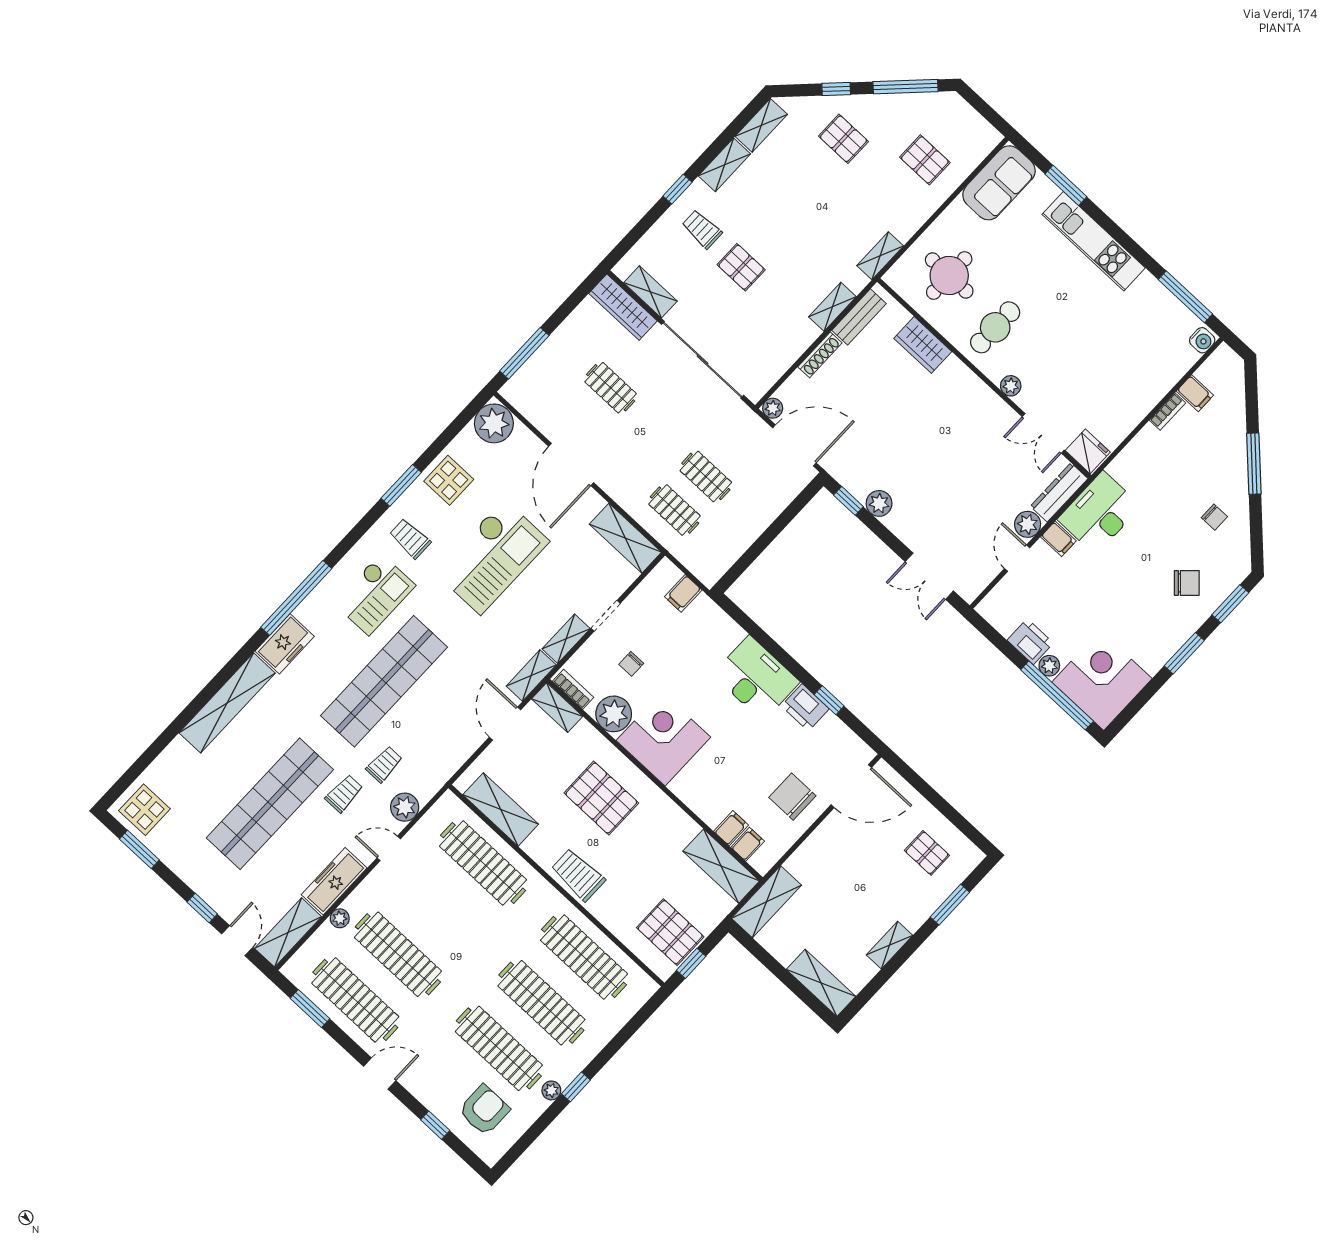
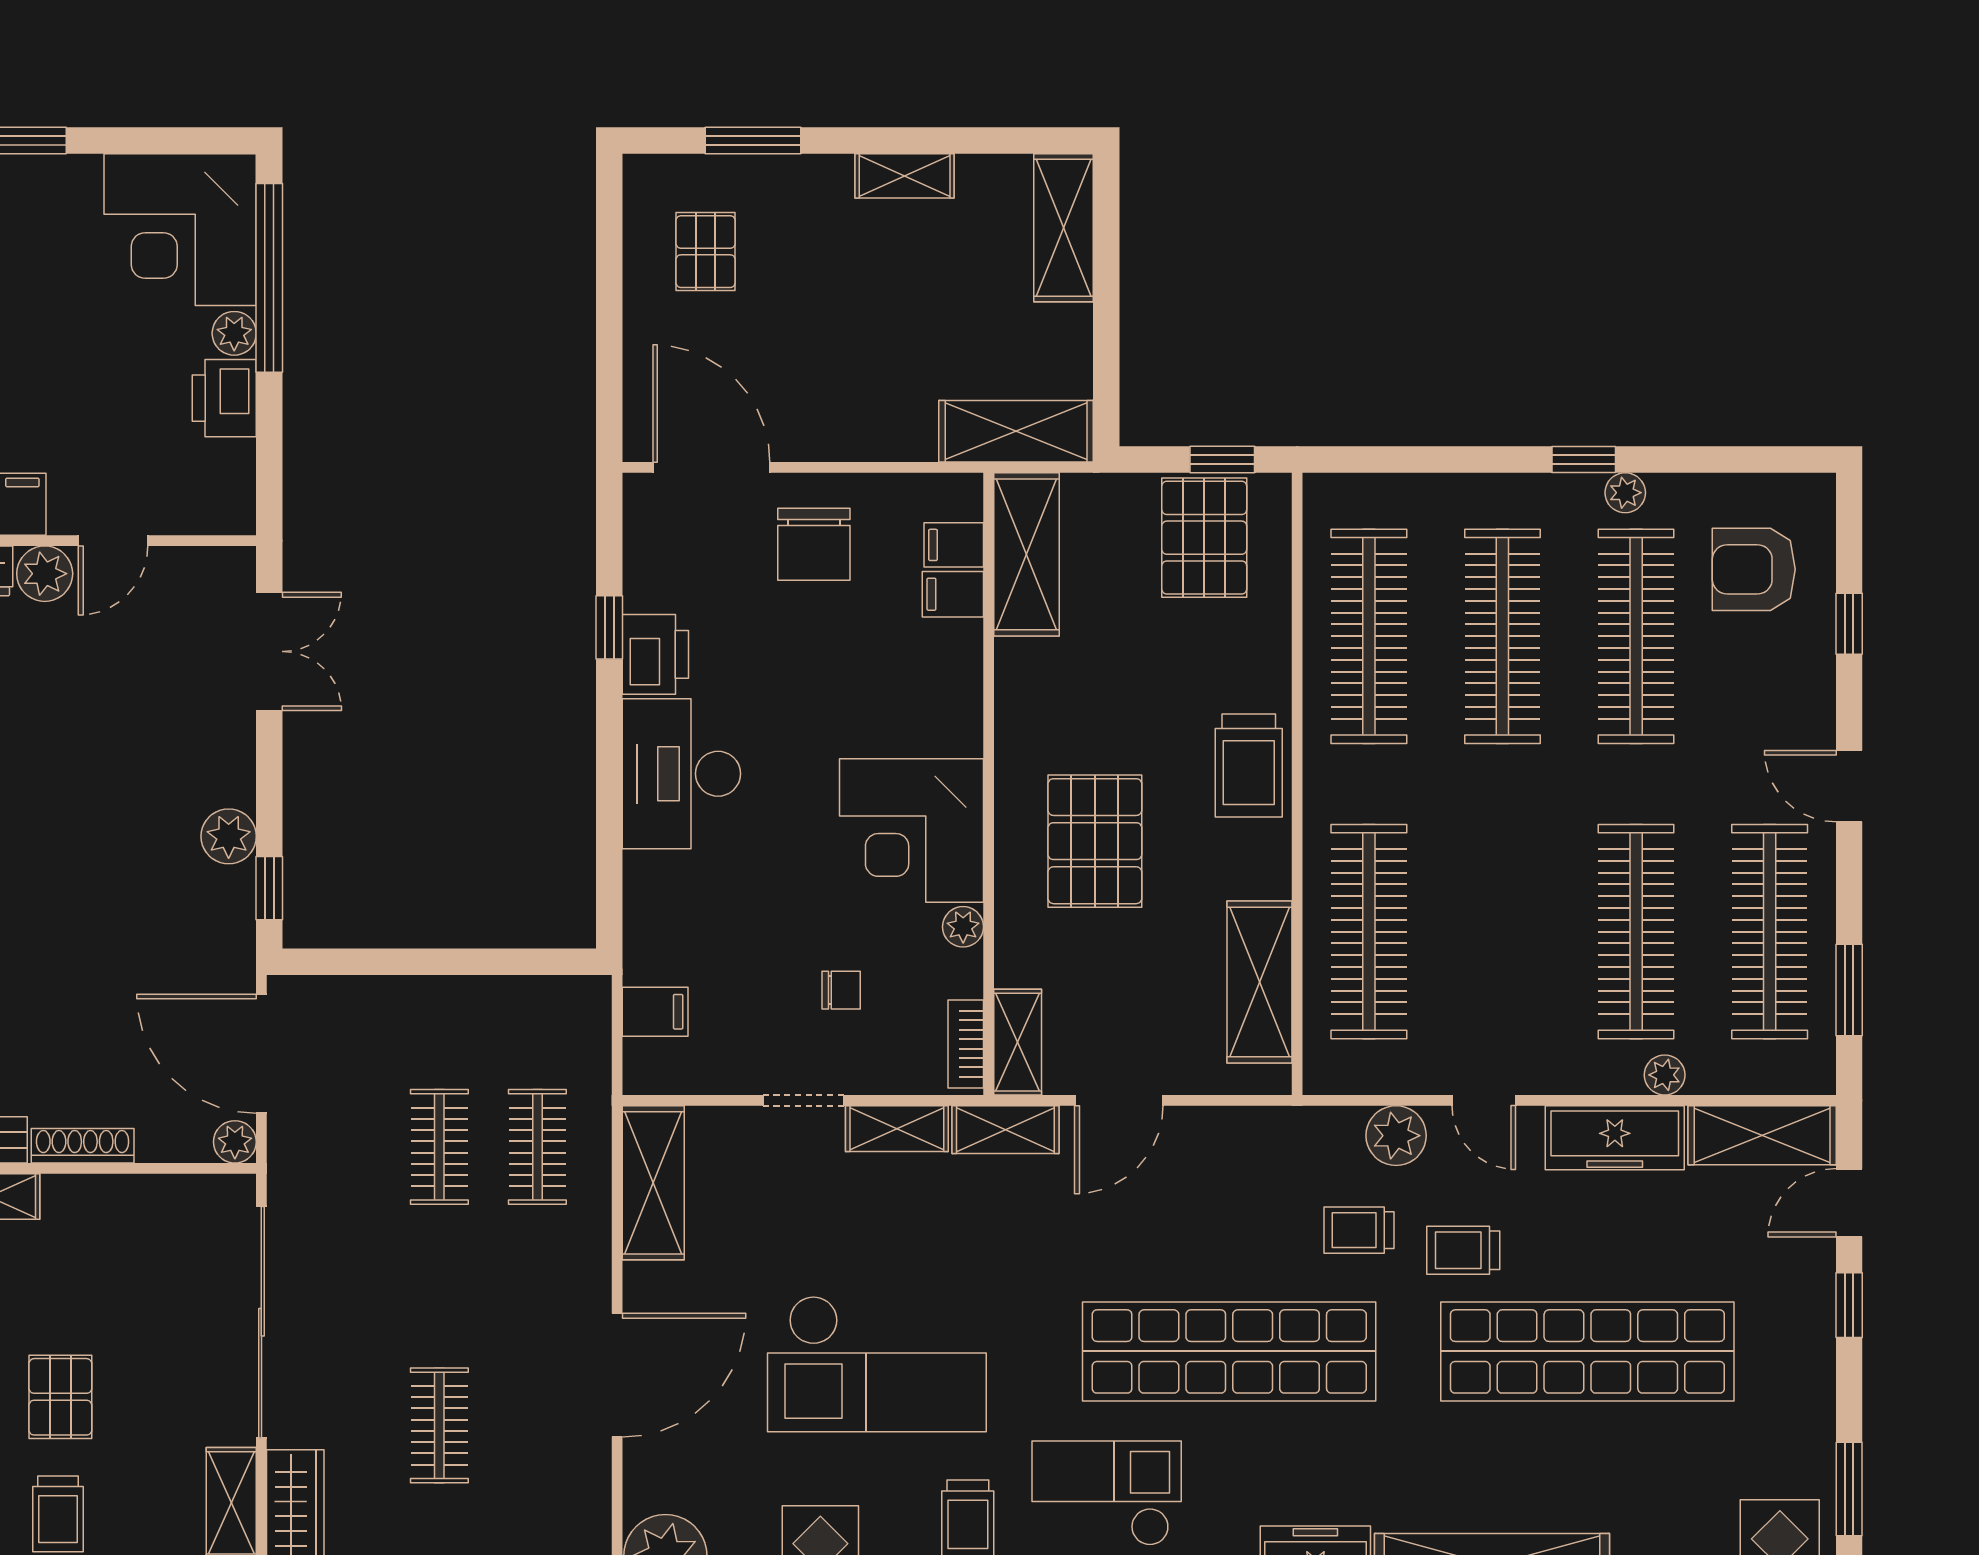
checkout: (492, 557) -> (877, 1364), turned 180
plant: (614, 714) -> (963, 927), width x0.53, depth x0.53

